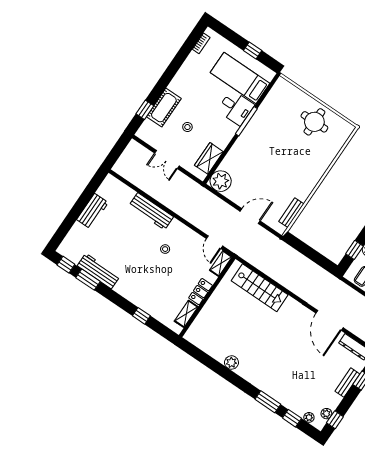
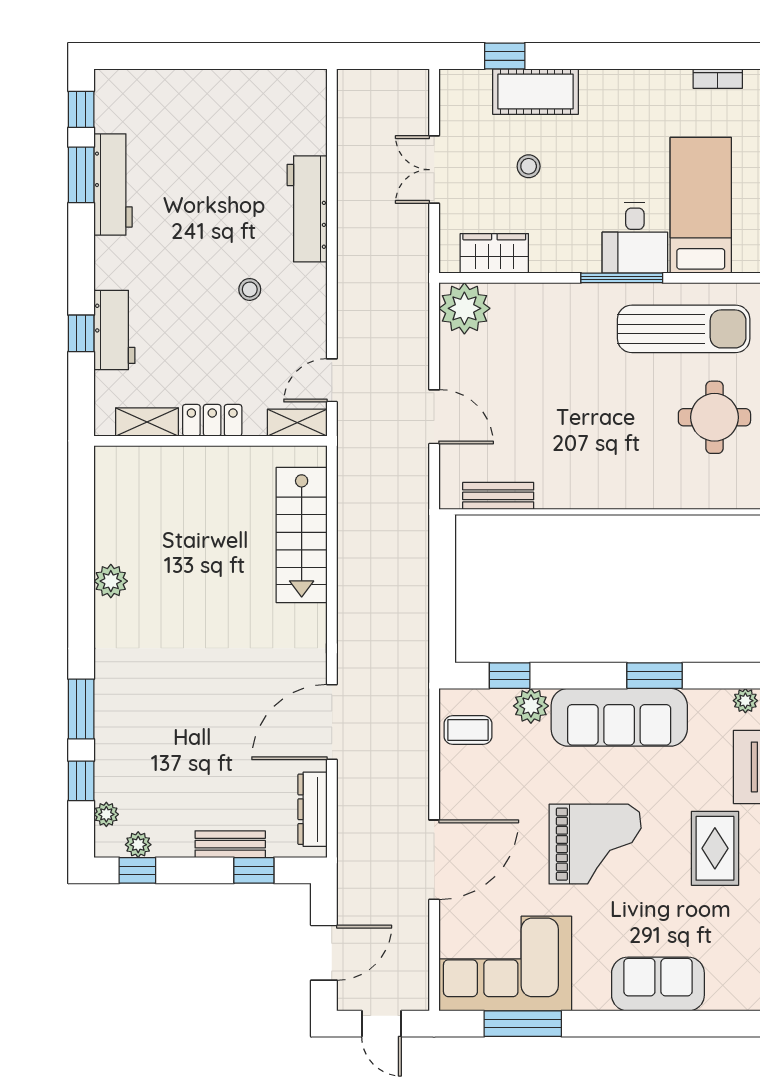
sun lounger: (278, 112) -> (684, 329), added
workbench: (92, 211) -> (114, 330), moved, turned -90

